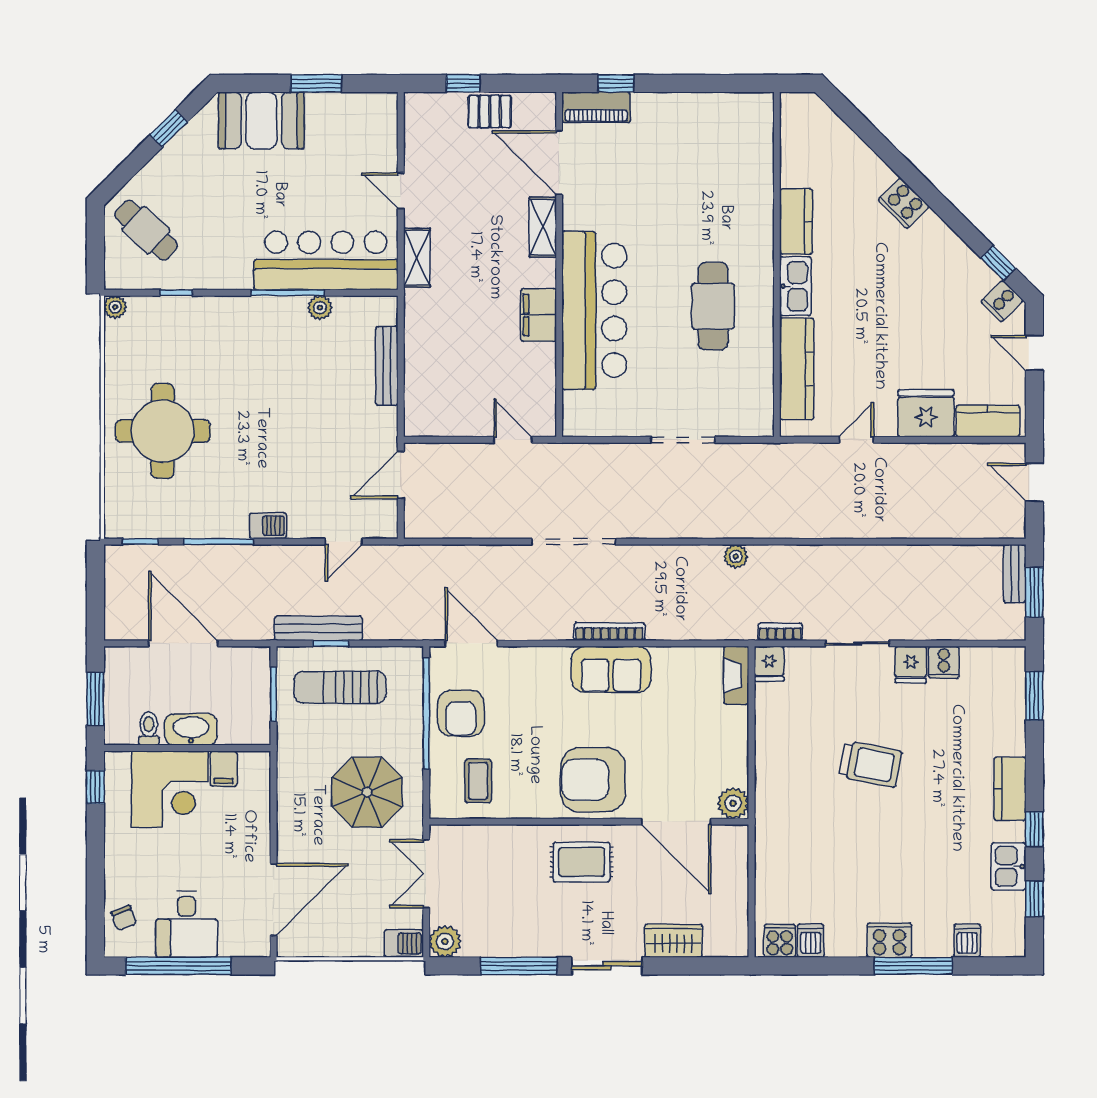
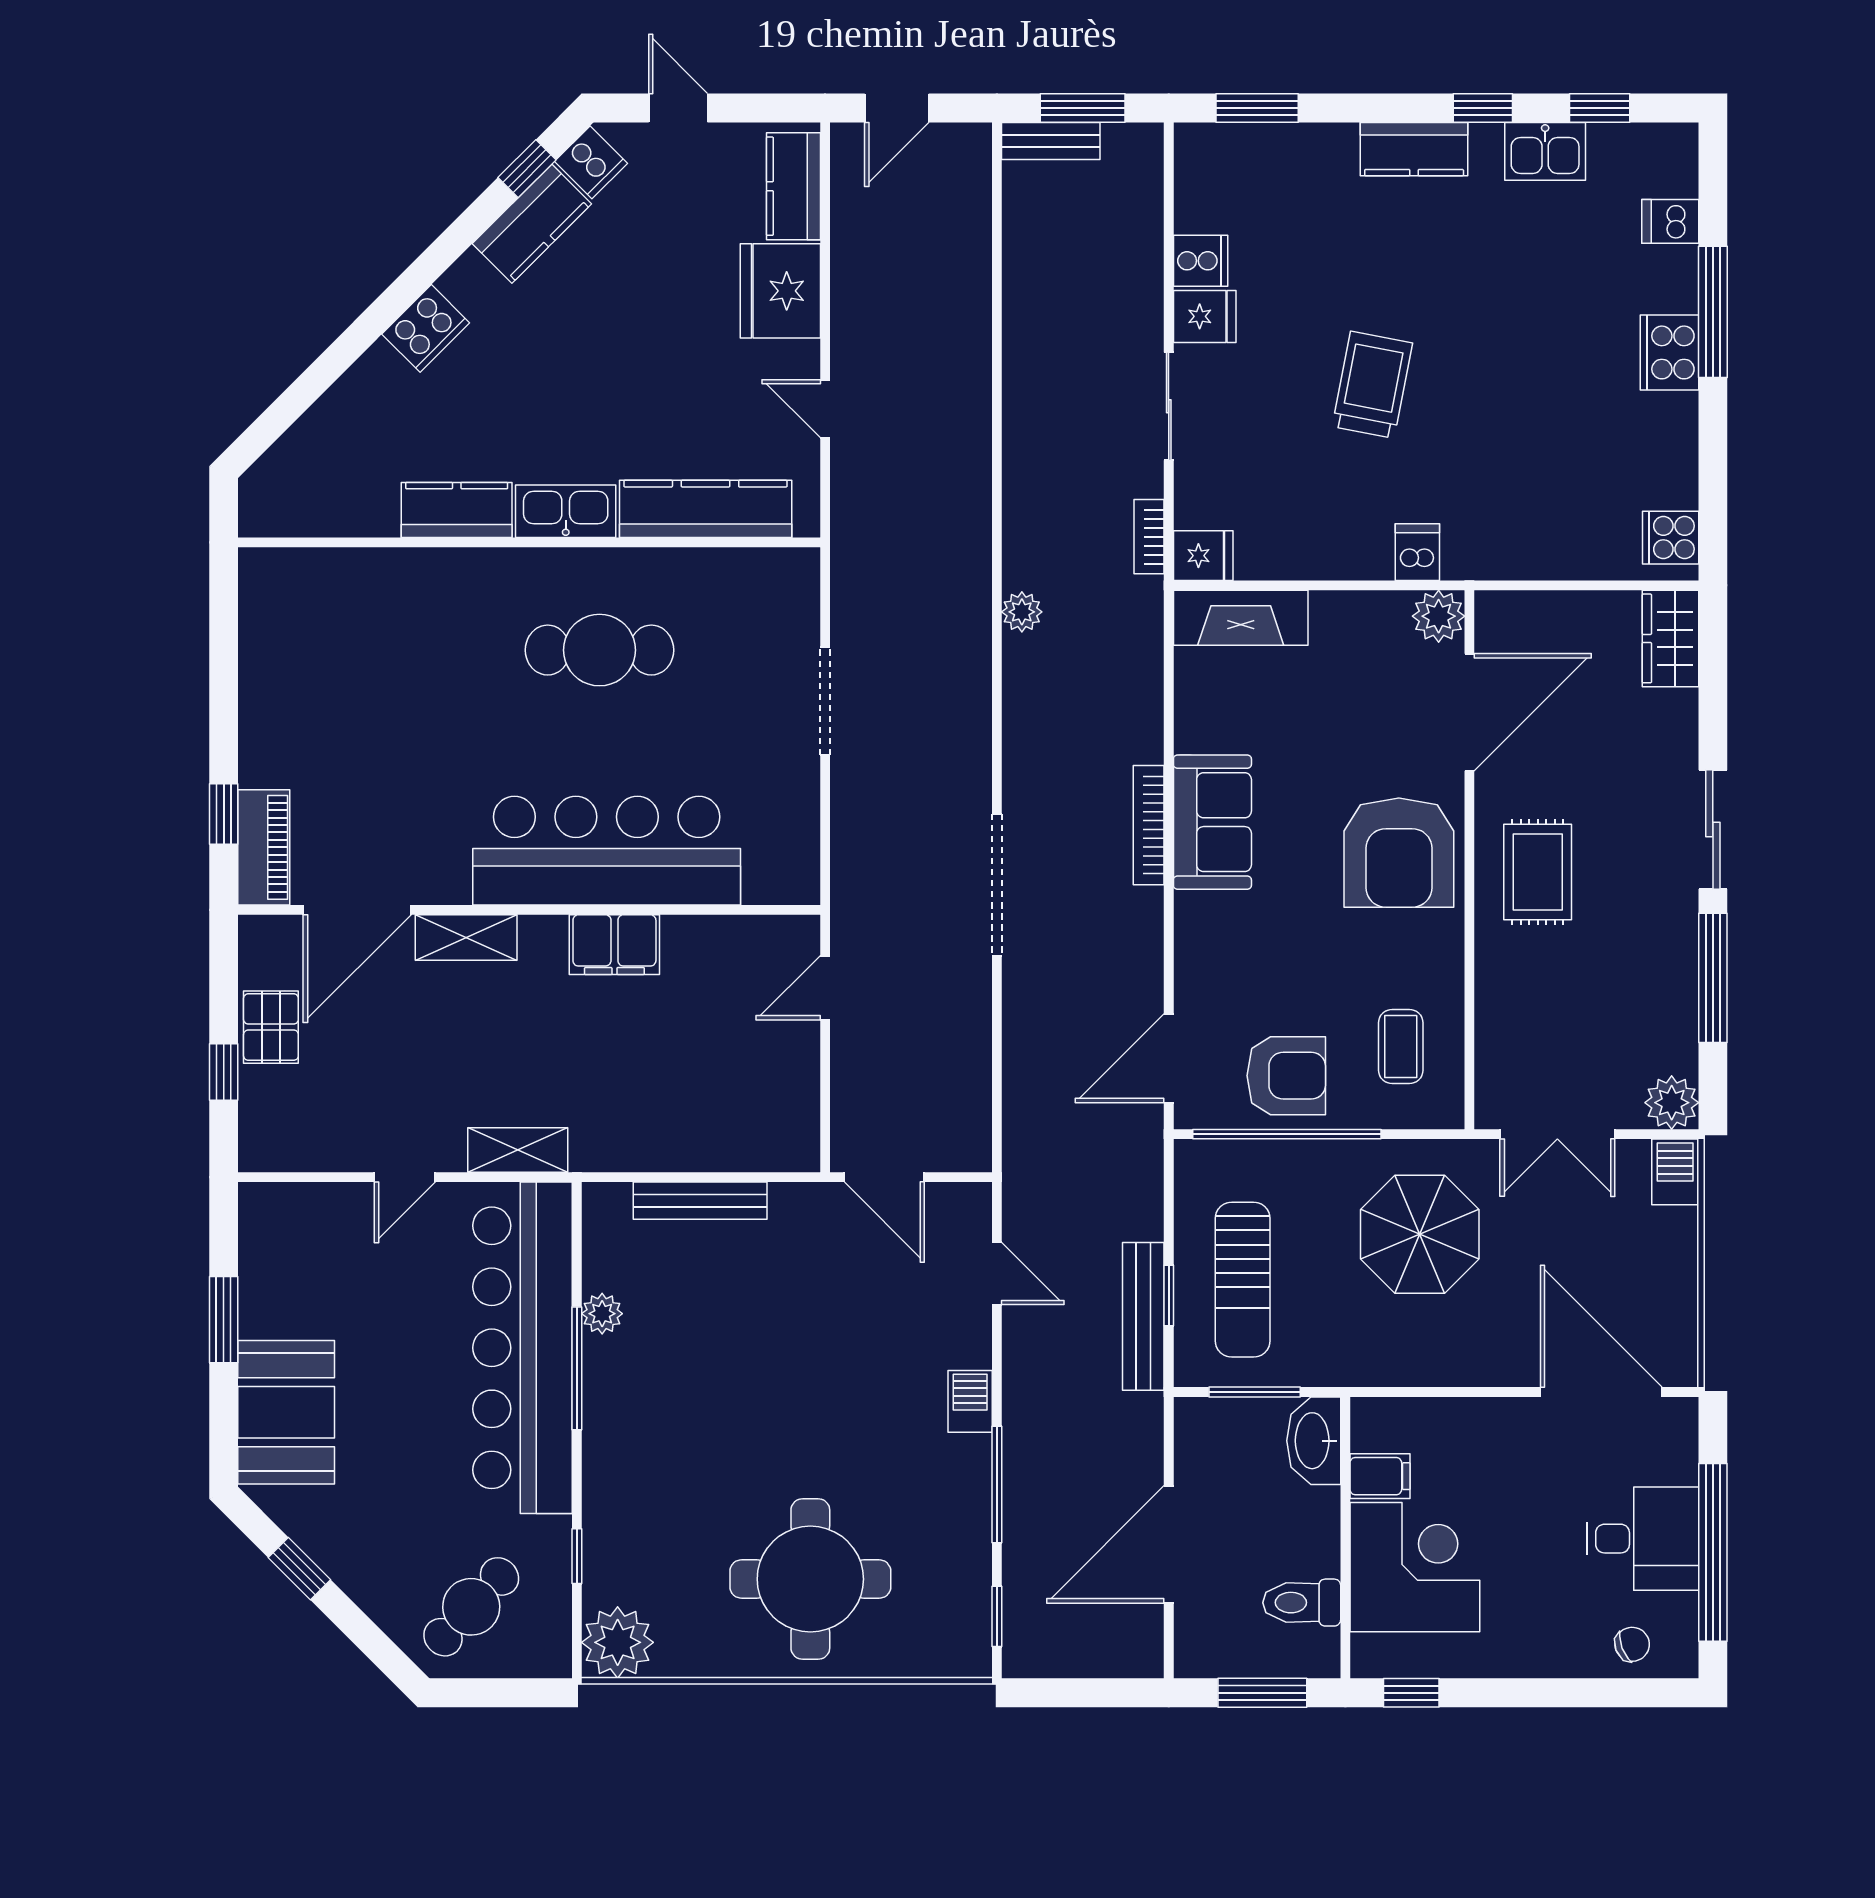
bar counter: (326, 261) -> (522, 1348), width x1.36
kitchen counter: (966, 266) -> (532, 224), added
plant: (115, 307) -> (618, 1642), width x1.87, depth x1.87
door: (1034, 353) -> (678, 108), swing flipped
fireplace: (736, 675) -> (1241, 618), width x1.37, depth x1.32
toilet: (149, 729) -> (1302, 1603), width x1.37, depth x1.39
washbasin: (191, 729) -> (1314, 1441), moved
coffee table: (478, 781) -> (1401, 1047), turned 90
wardrobe: (673, 941) -> (1671, 638), moved
dishwasher: (811, 941) -> (1417, 552), moved, turned 90

